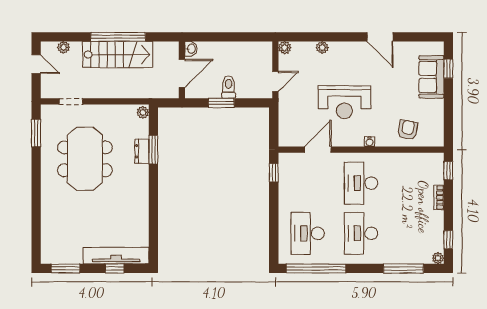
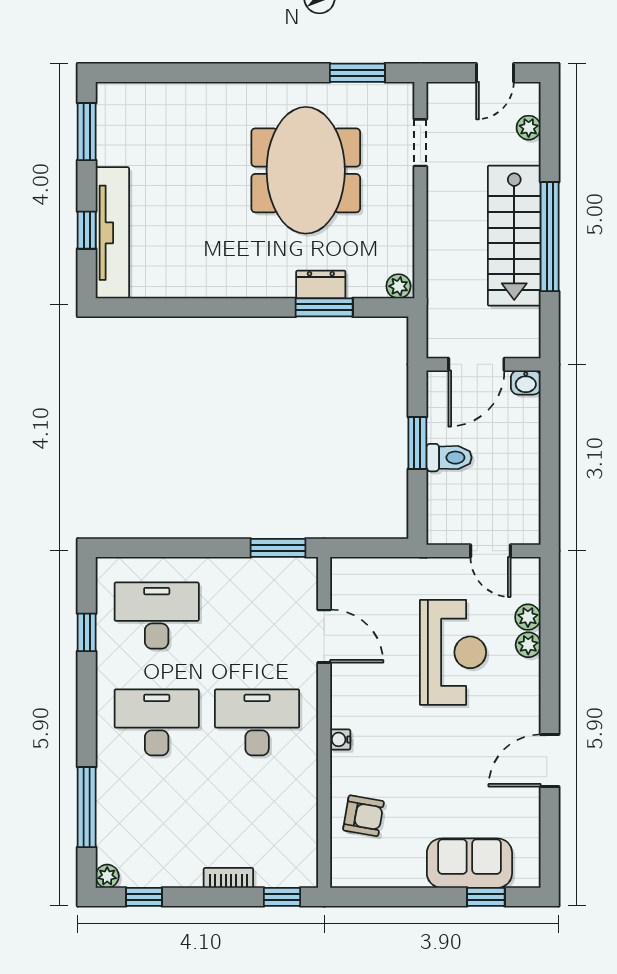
plant: (285, 48) -> (528, 617), moved
door: (182, 73) -> (476, 364), hinge flipped
door: (275, 81) -> (491, 551), moved
reception desk: (344, 102) -> (453, 652), moved, turned 180
meeting table: (85, 159) -> (306, 170), turned 90
window: (274, 173) -> (278, 548), width x1.50
window: (316, 268) -> (87, 632), width x0.32

